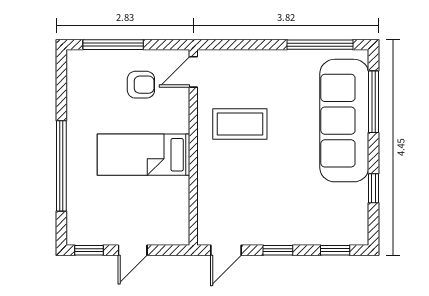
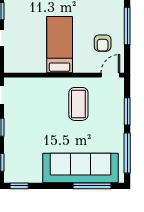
window: (252, 45) -> (127, 111), added
door: (193, 72) -> (110, 75), hinge flipped
window: (373, 188) -> (19, 186), moved

